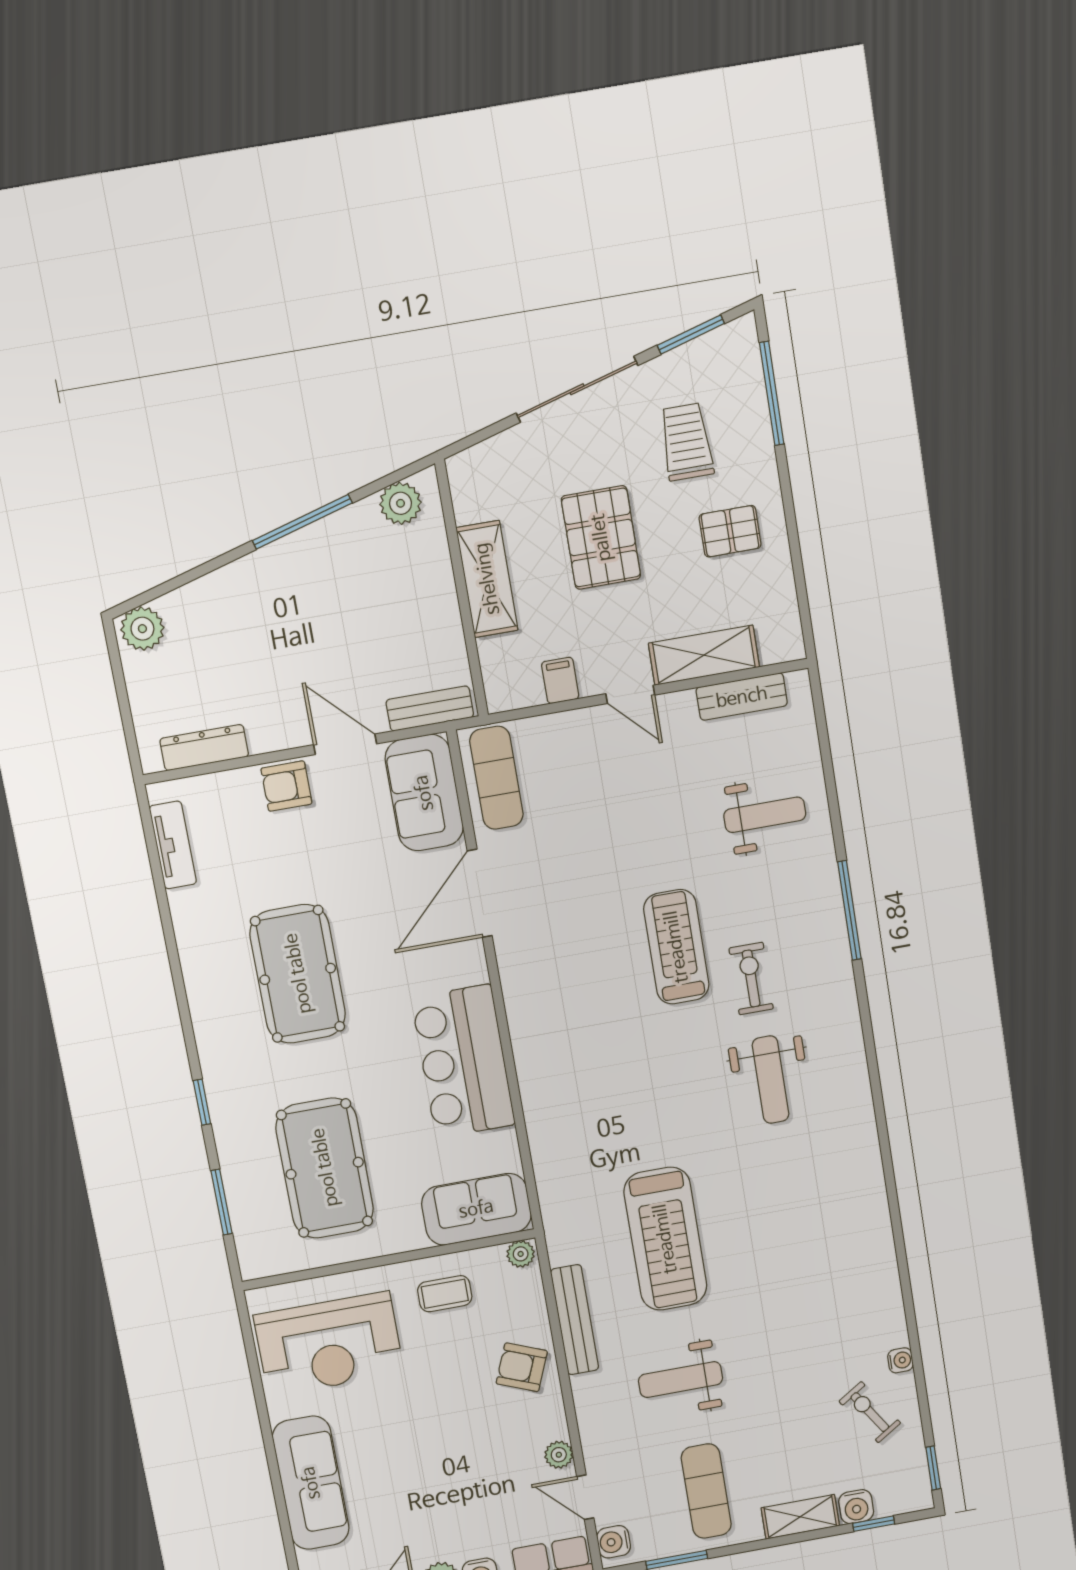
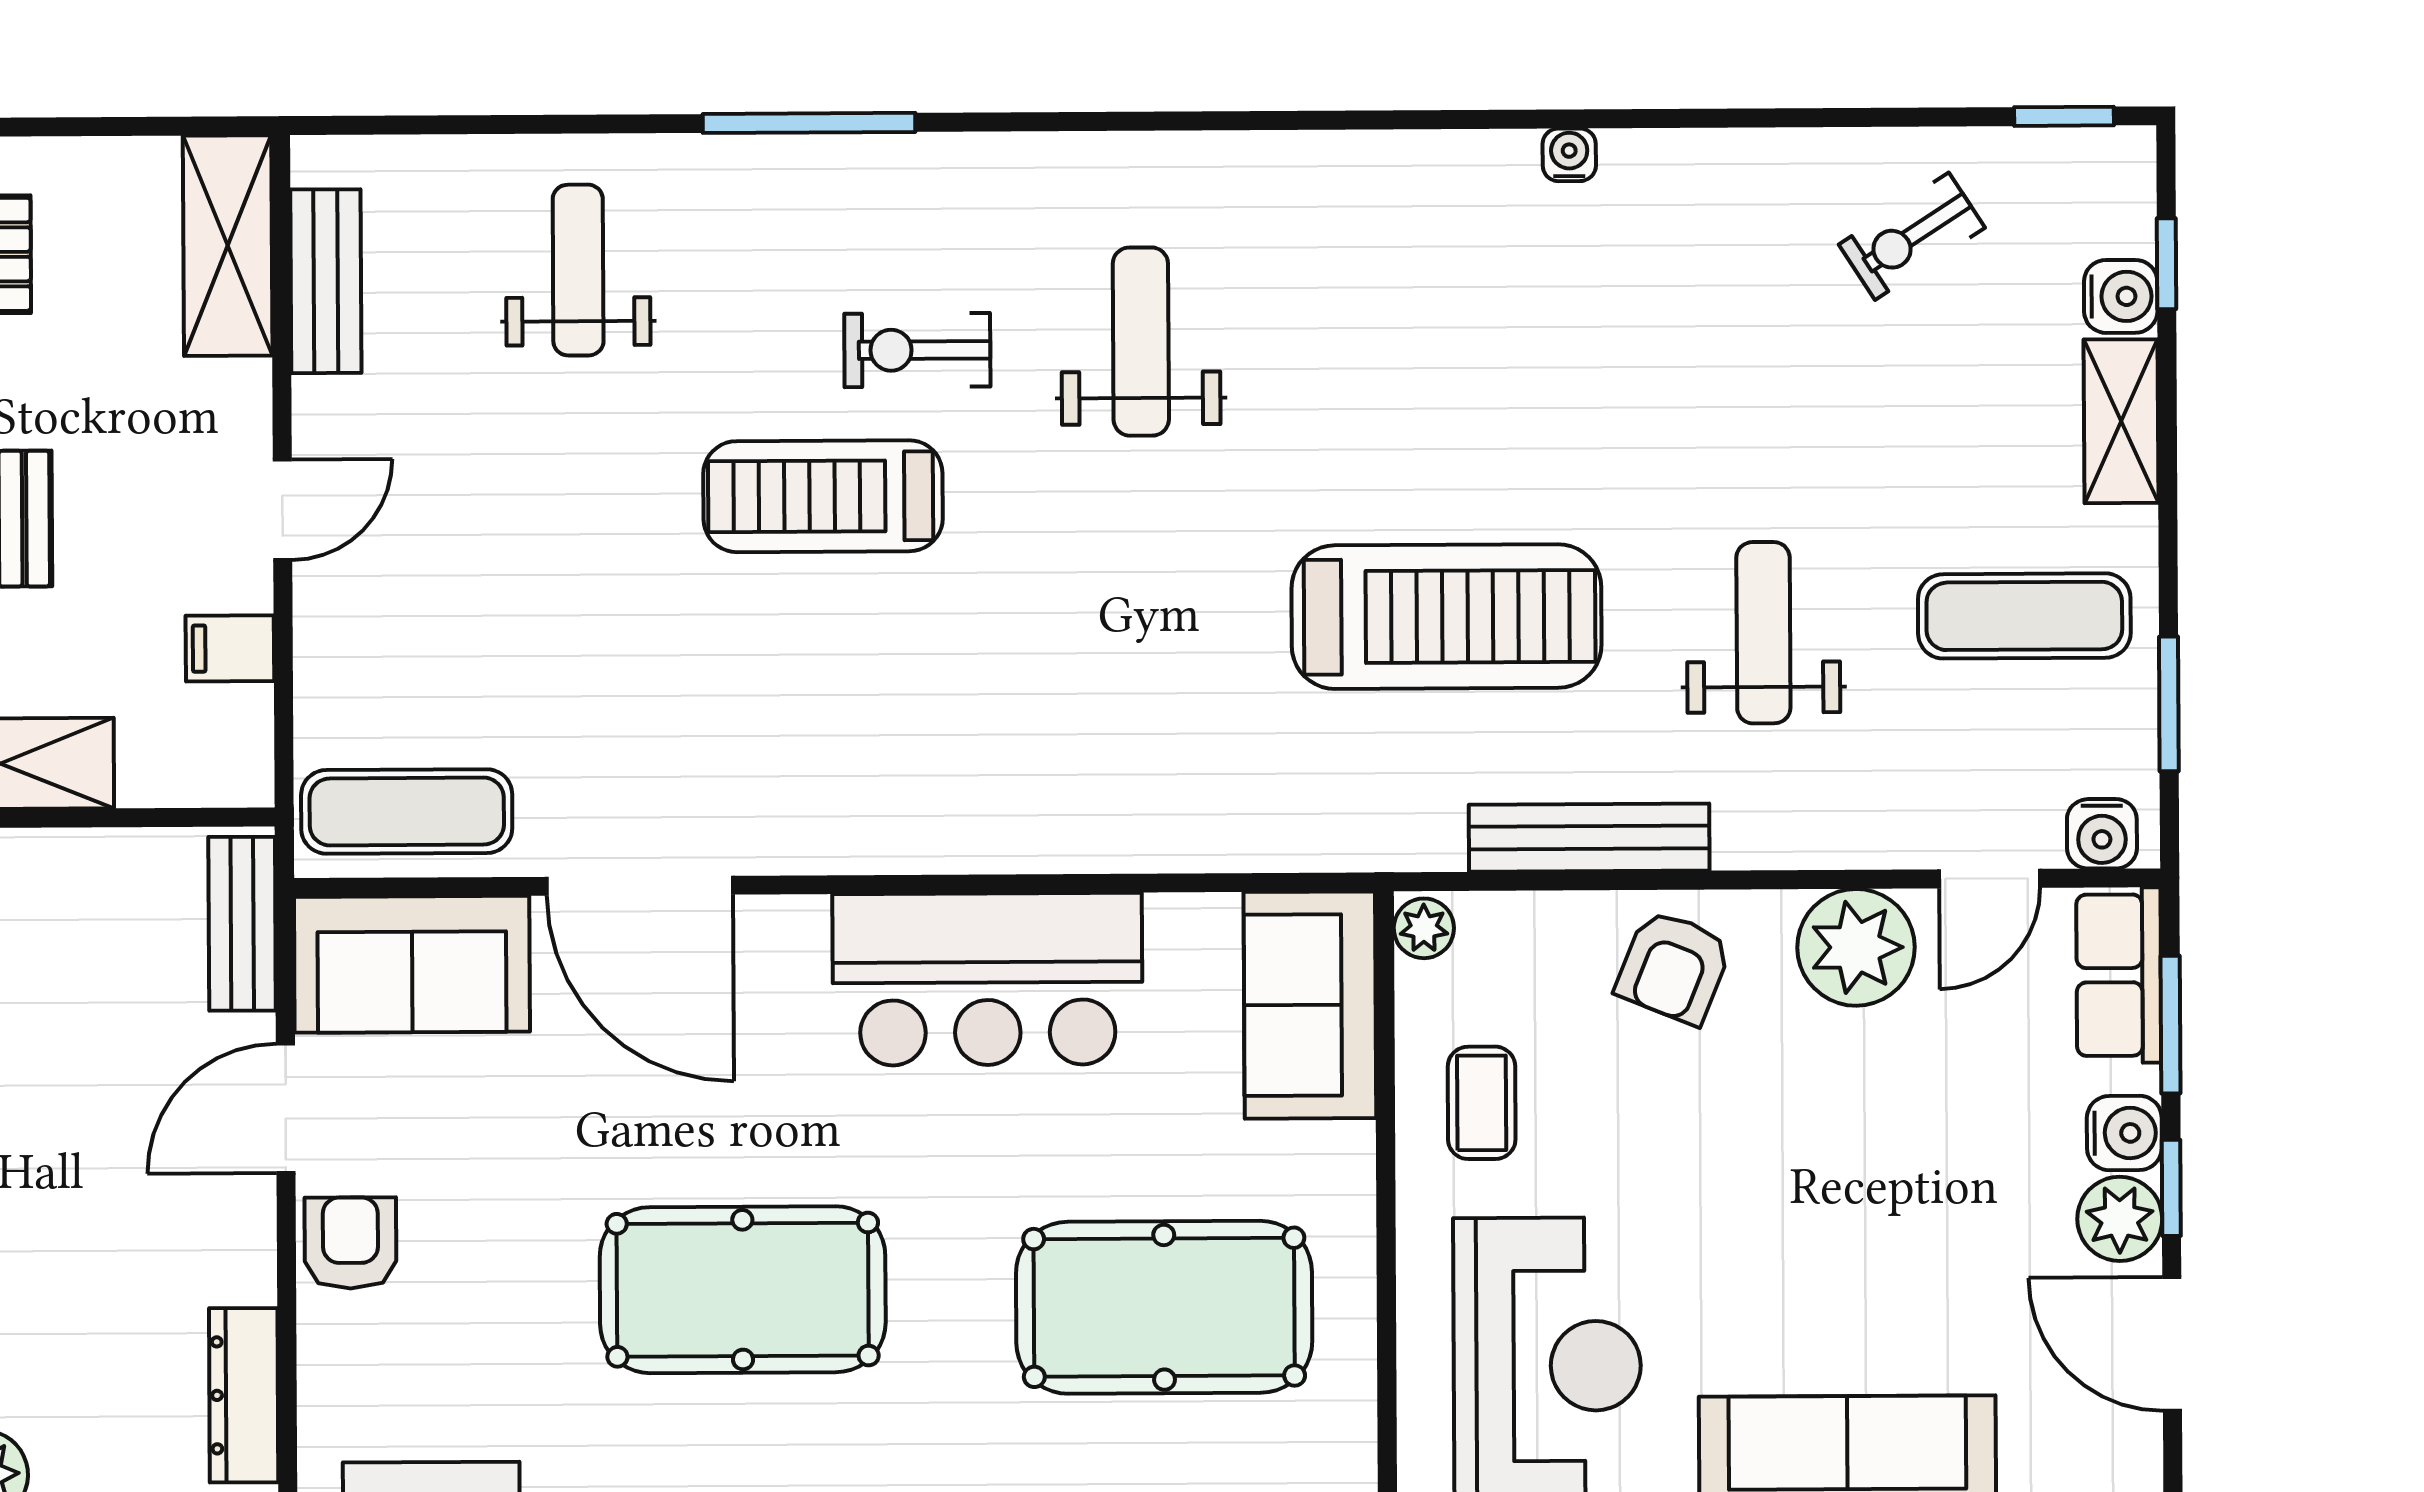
shelving: (704, 655) -> (228, 246), moved
armchair: (286, 786) -> (350, 1243), turned 180
weight bench: (771, 1080) -> (1141, 342), turned -90
water cooler: (900, 1360) -> (1569, 155), moved
weight bench: (681, 1380) -> (1763, 633), turned 180
plant: (559, 1455) -> (1856, 947), width x1.87, depth x1.87

